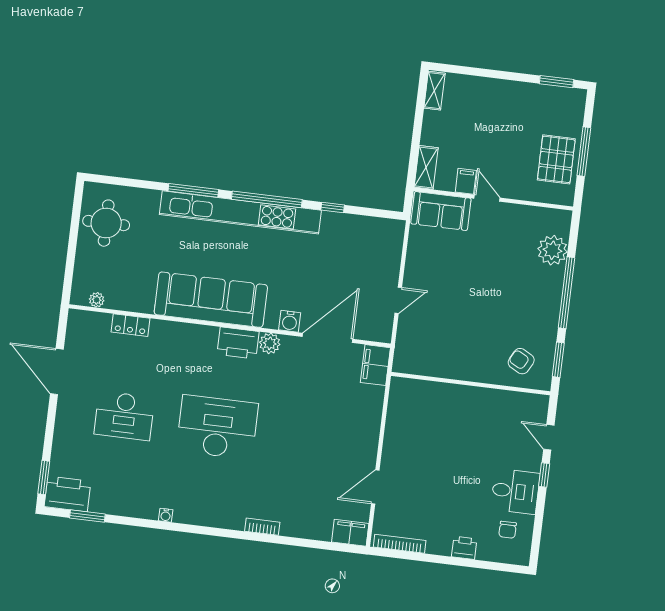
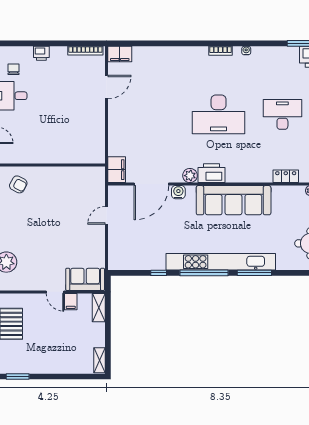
bookcase: (262, 527) -> (221, 51), moved

